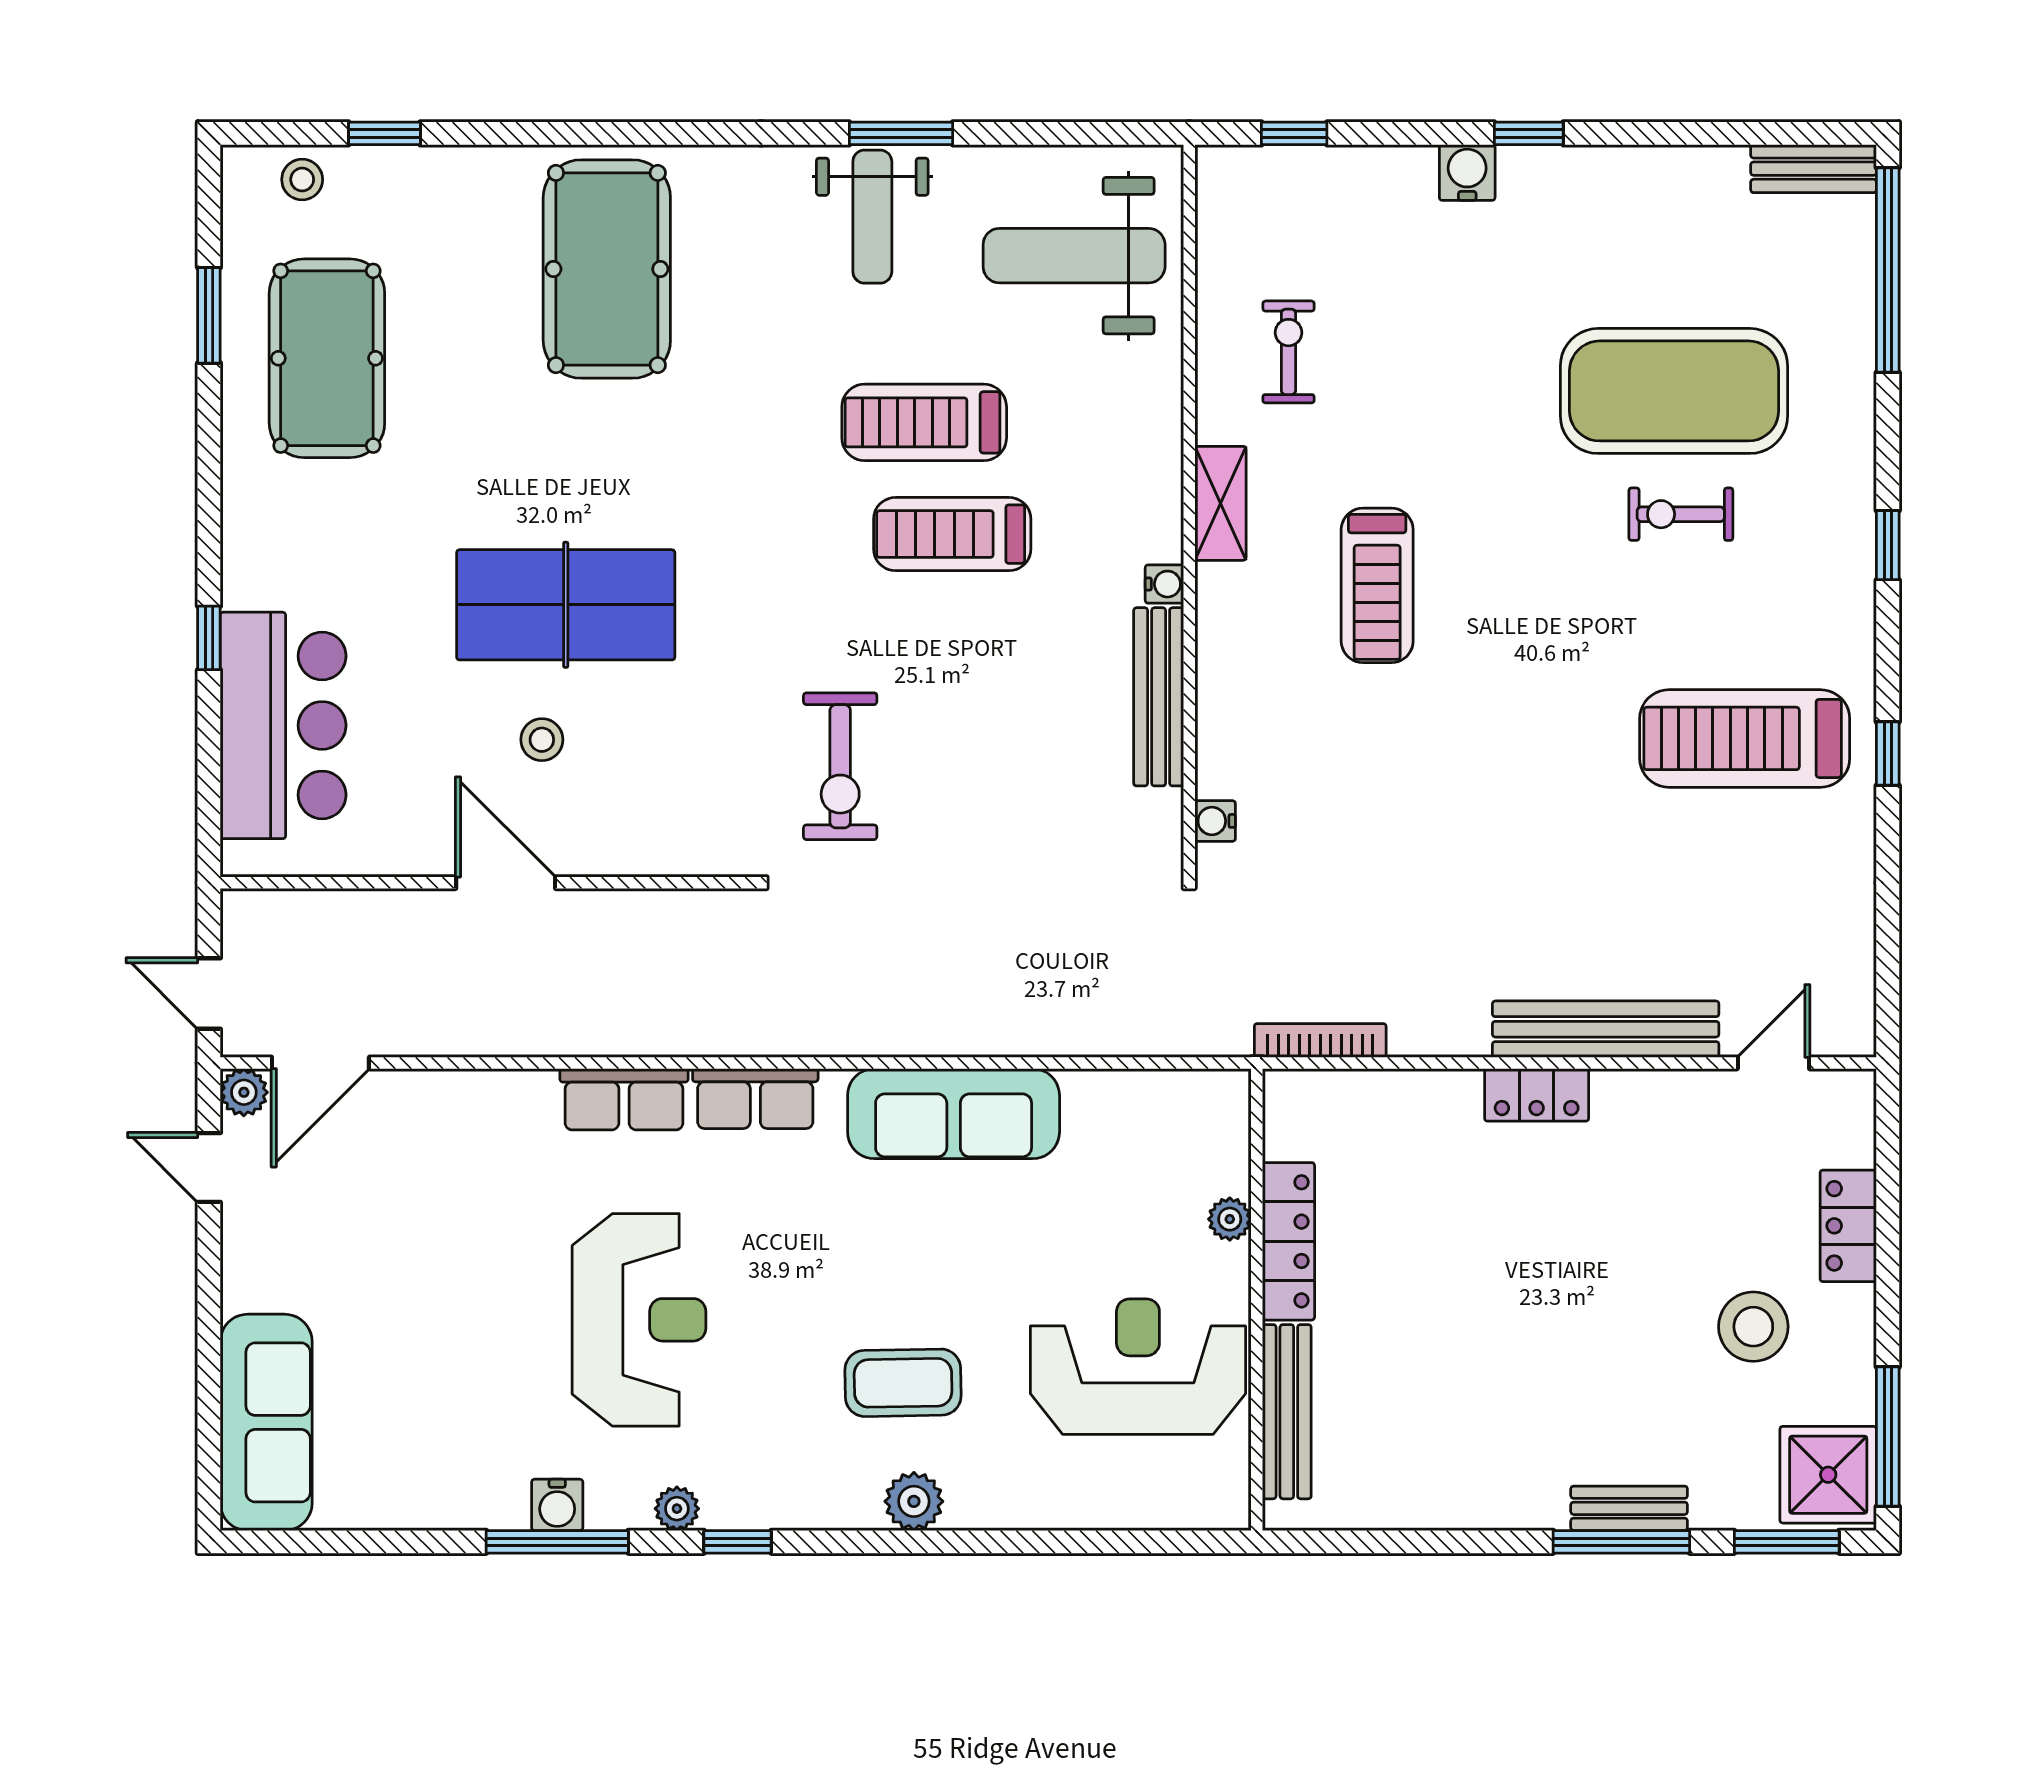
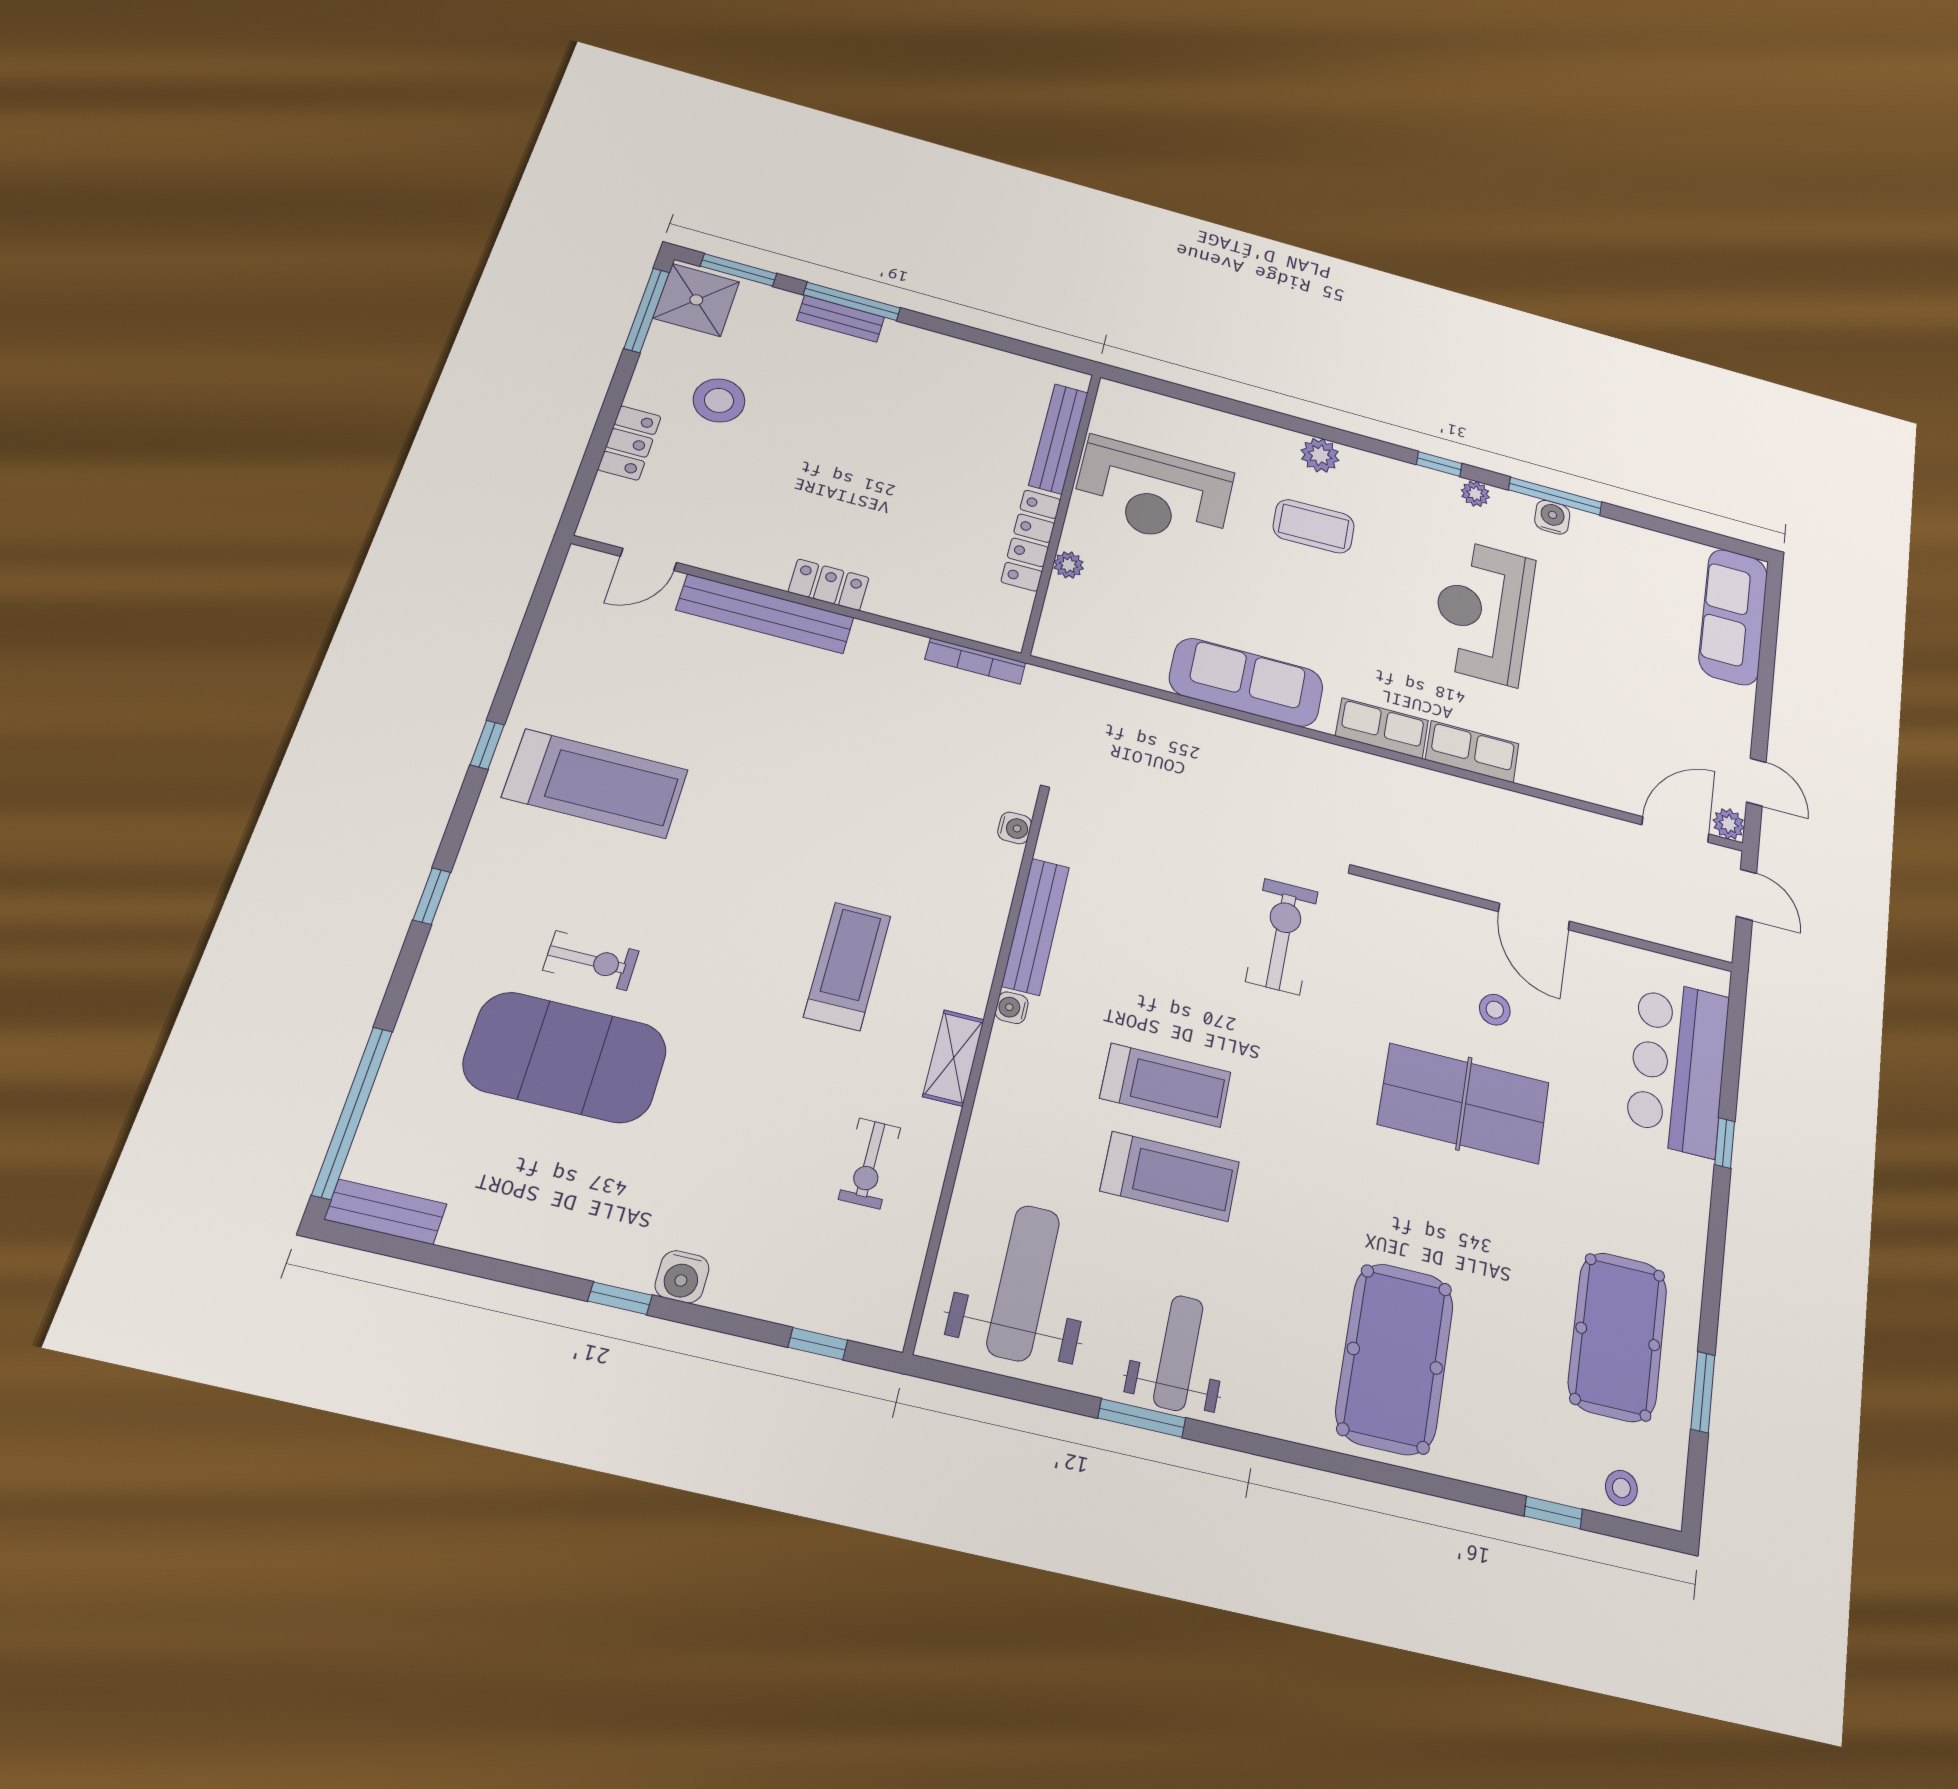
weight bench: (1074, 256) -> (1023, 1282), turned -90

